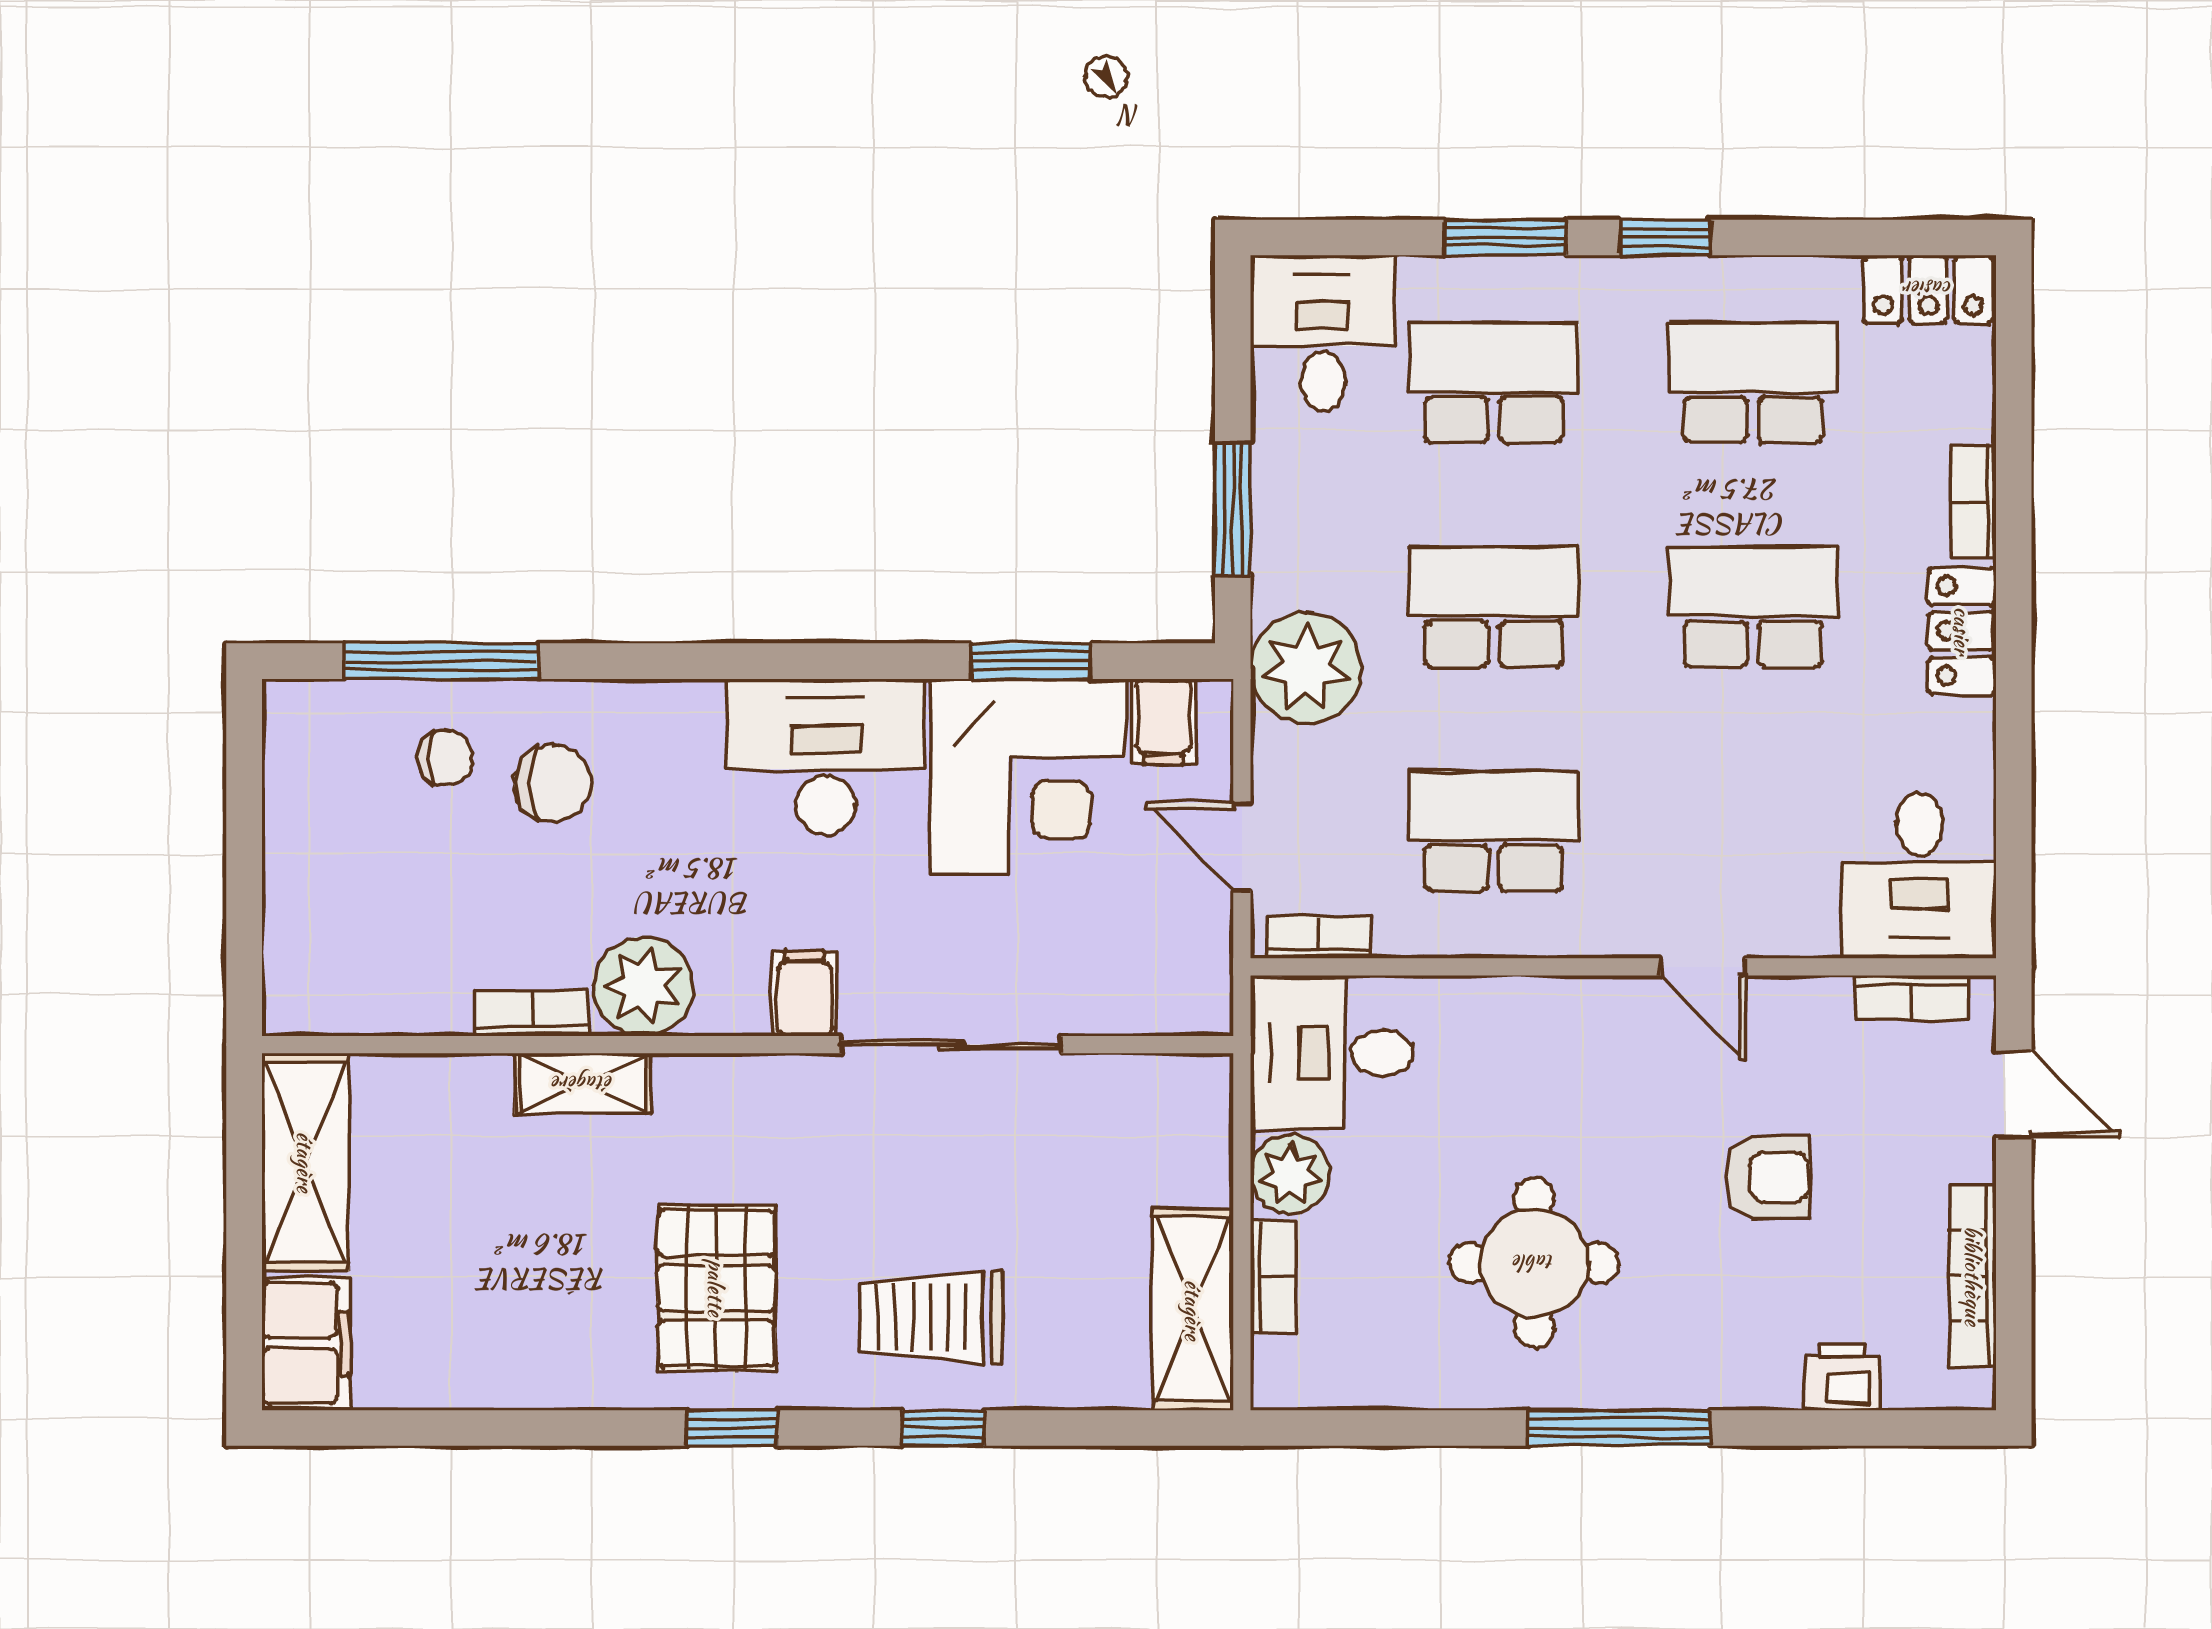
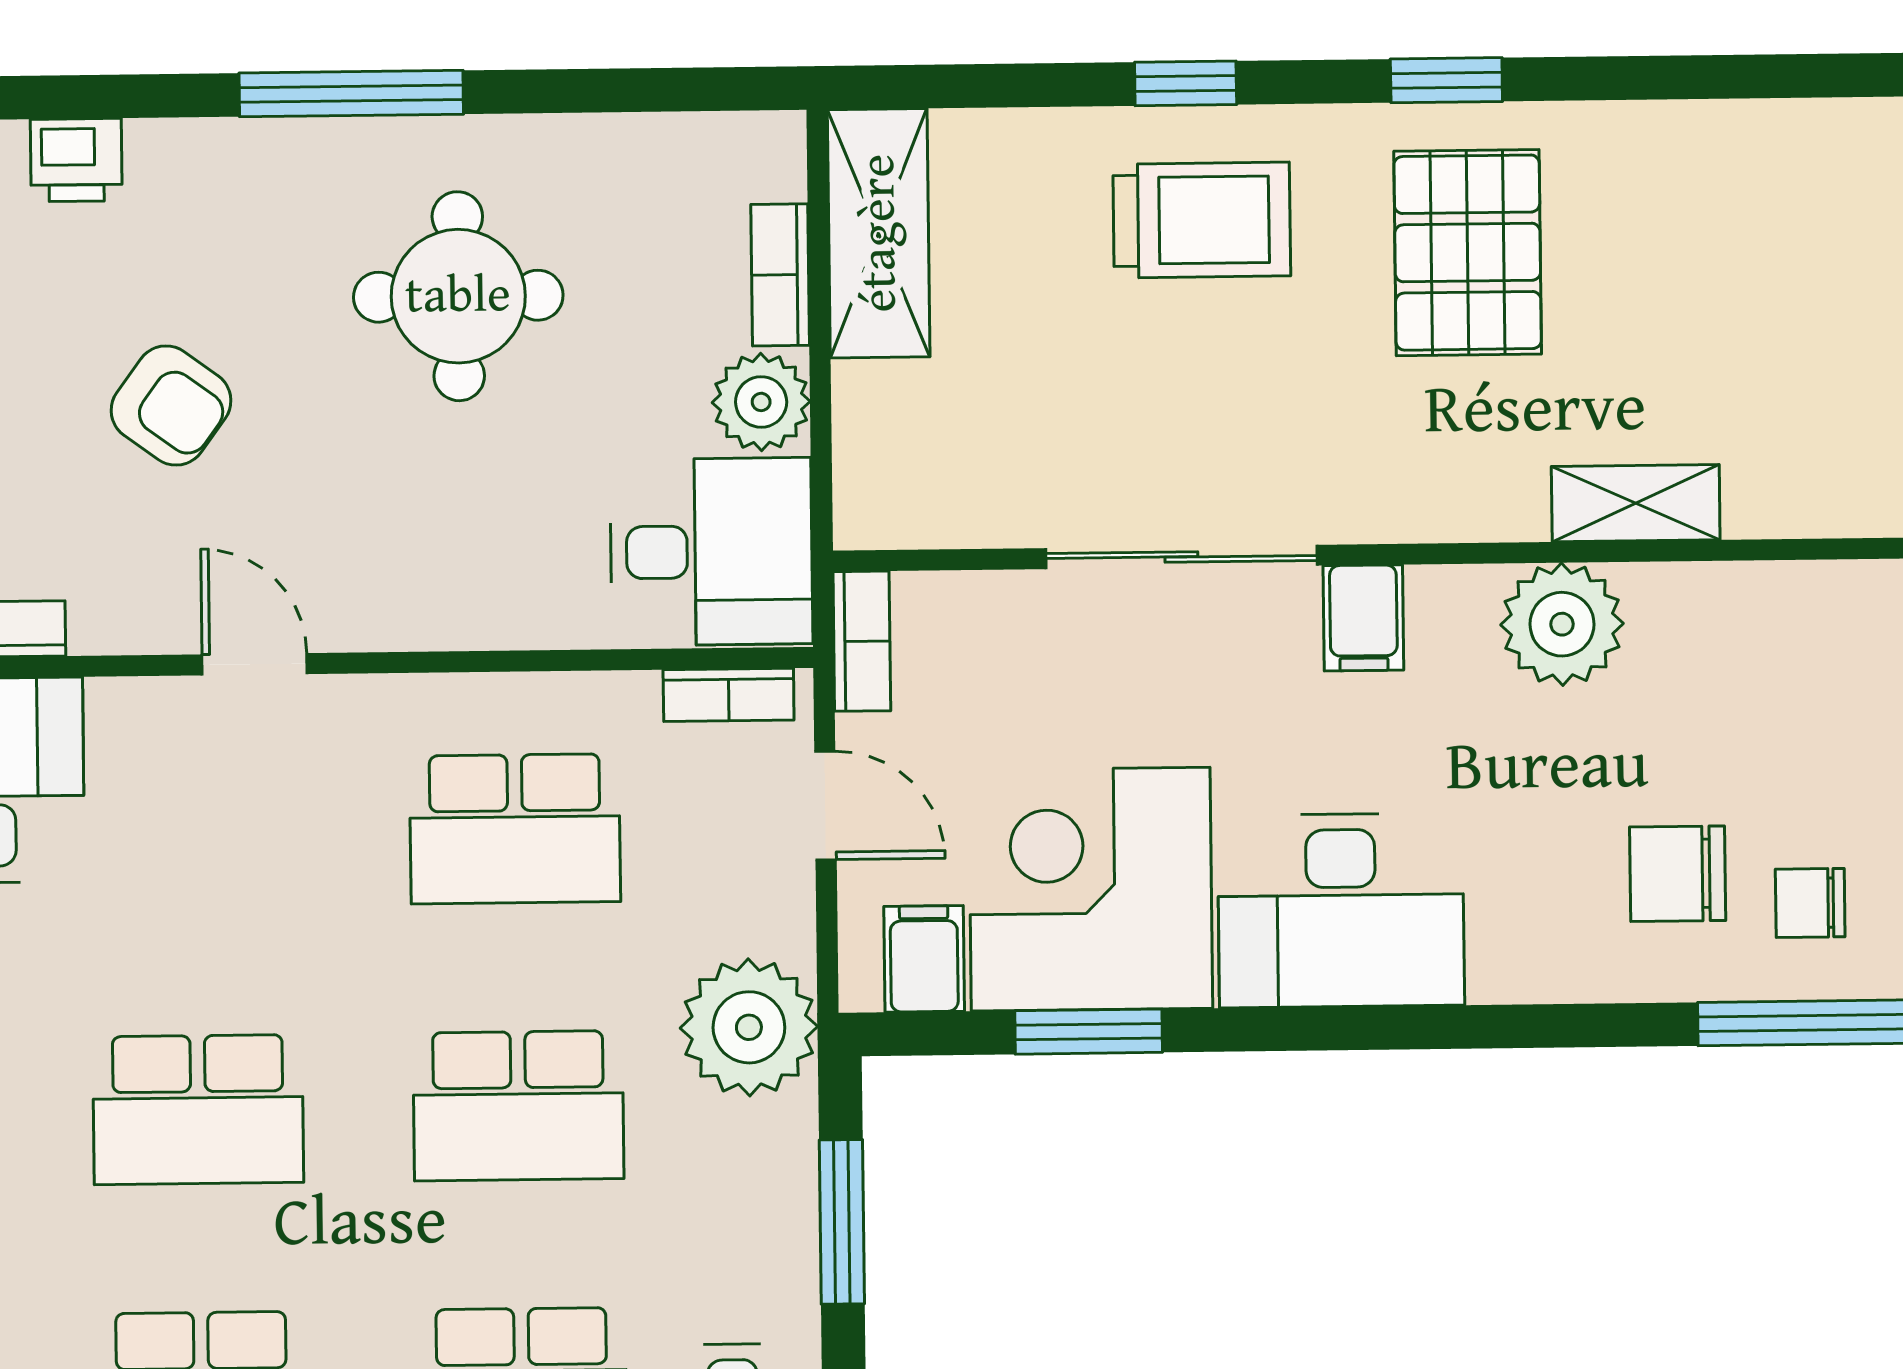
bookcase: (532, 1013) -> (862, 641), moved, turned -90
armchair: (1768, 1177) -> (171, 405), turned -144

